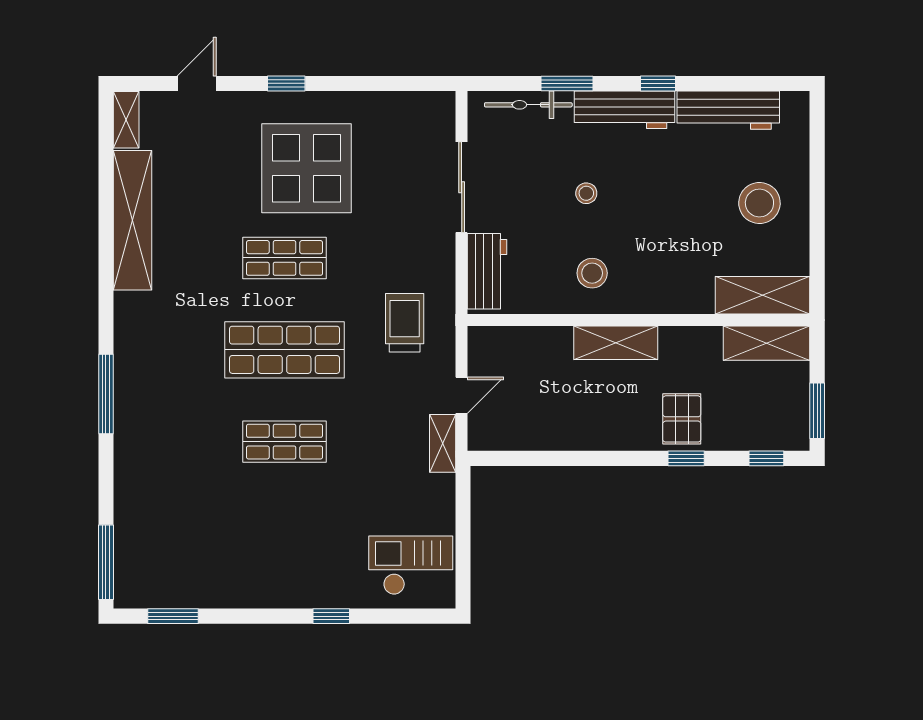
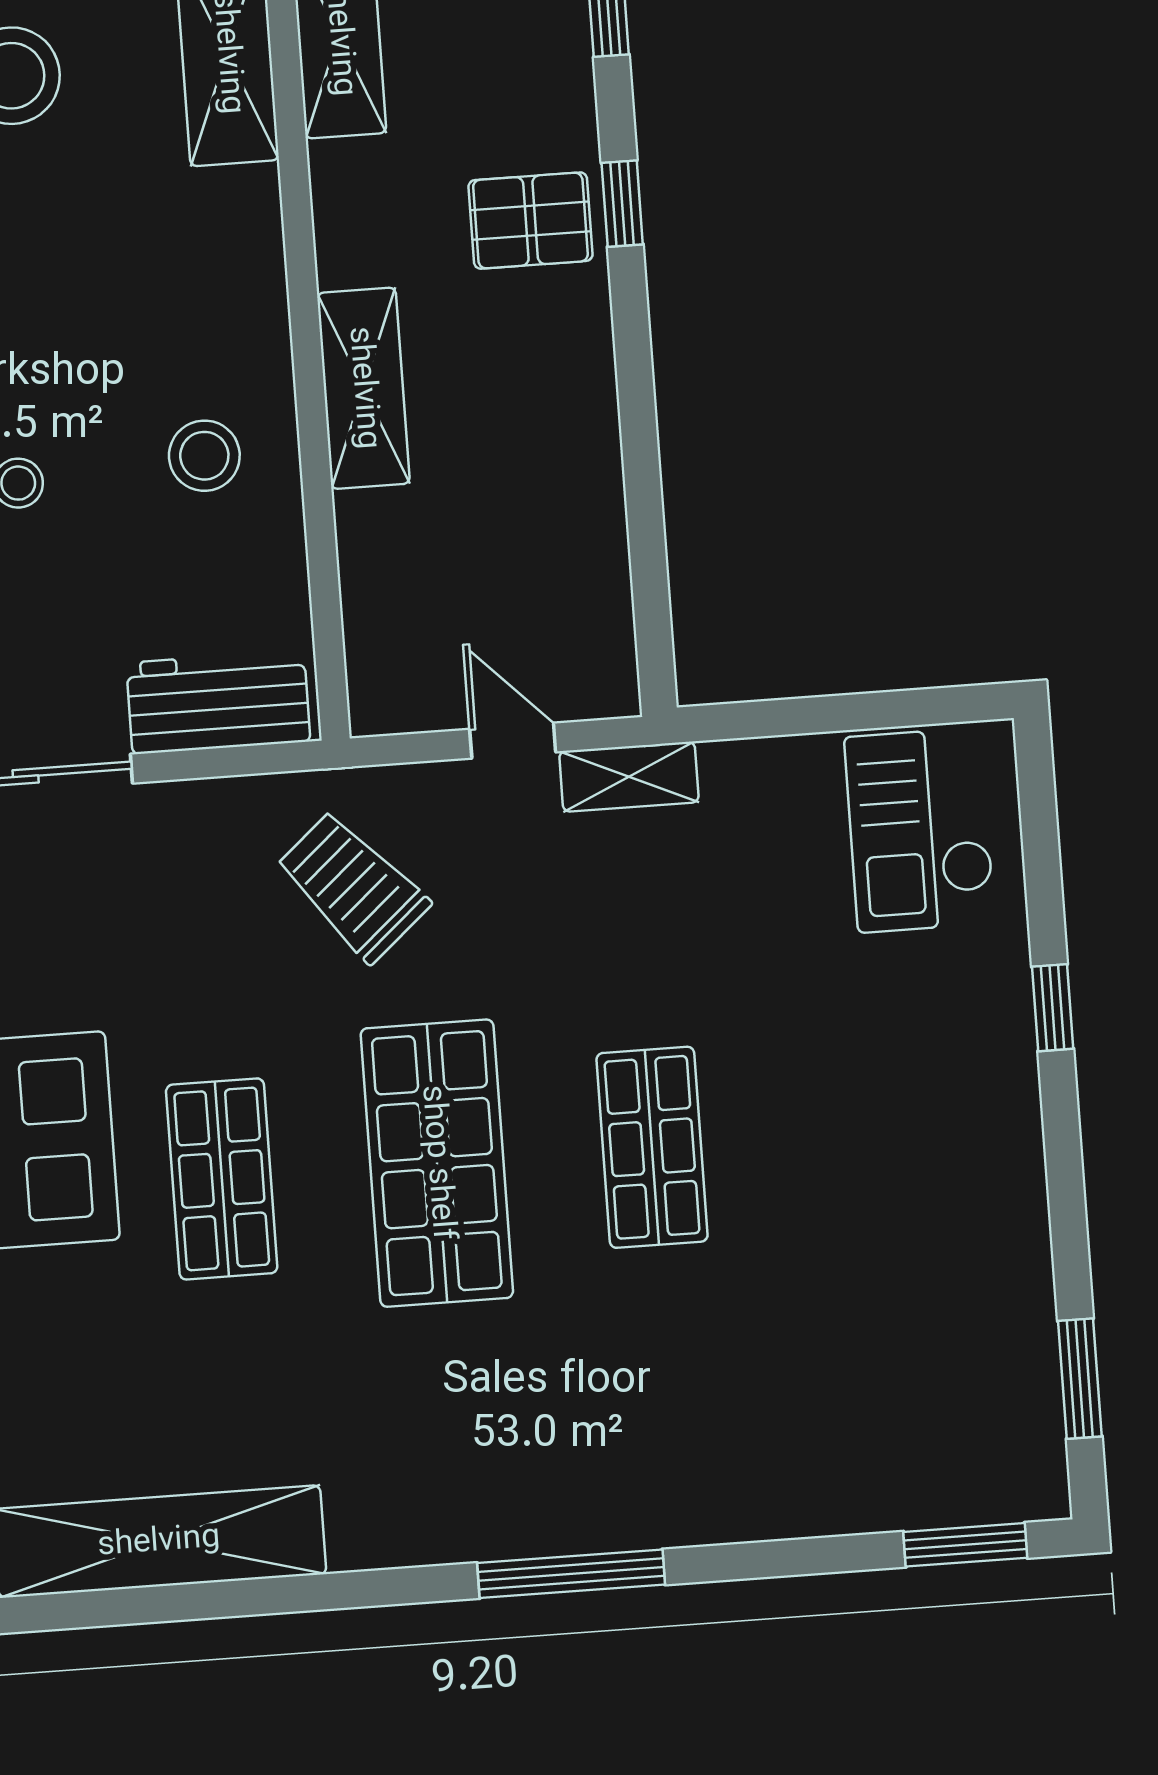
trolley: (405, 323) -> (353, 886), turned 49
window: (106, 562) -> (965, 1545), width x0.69

